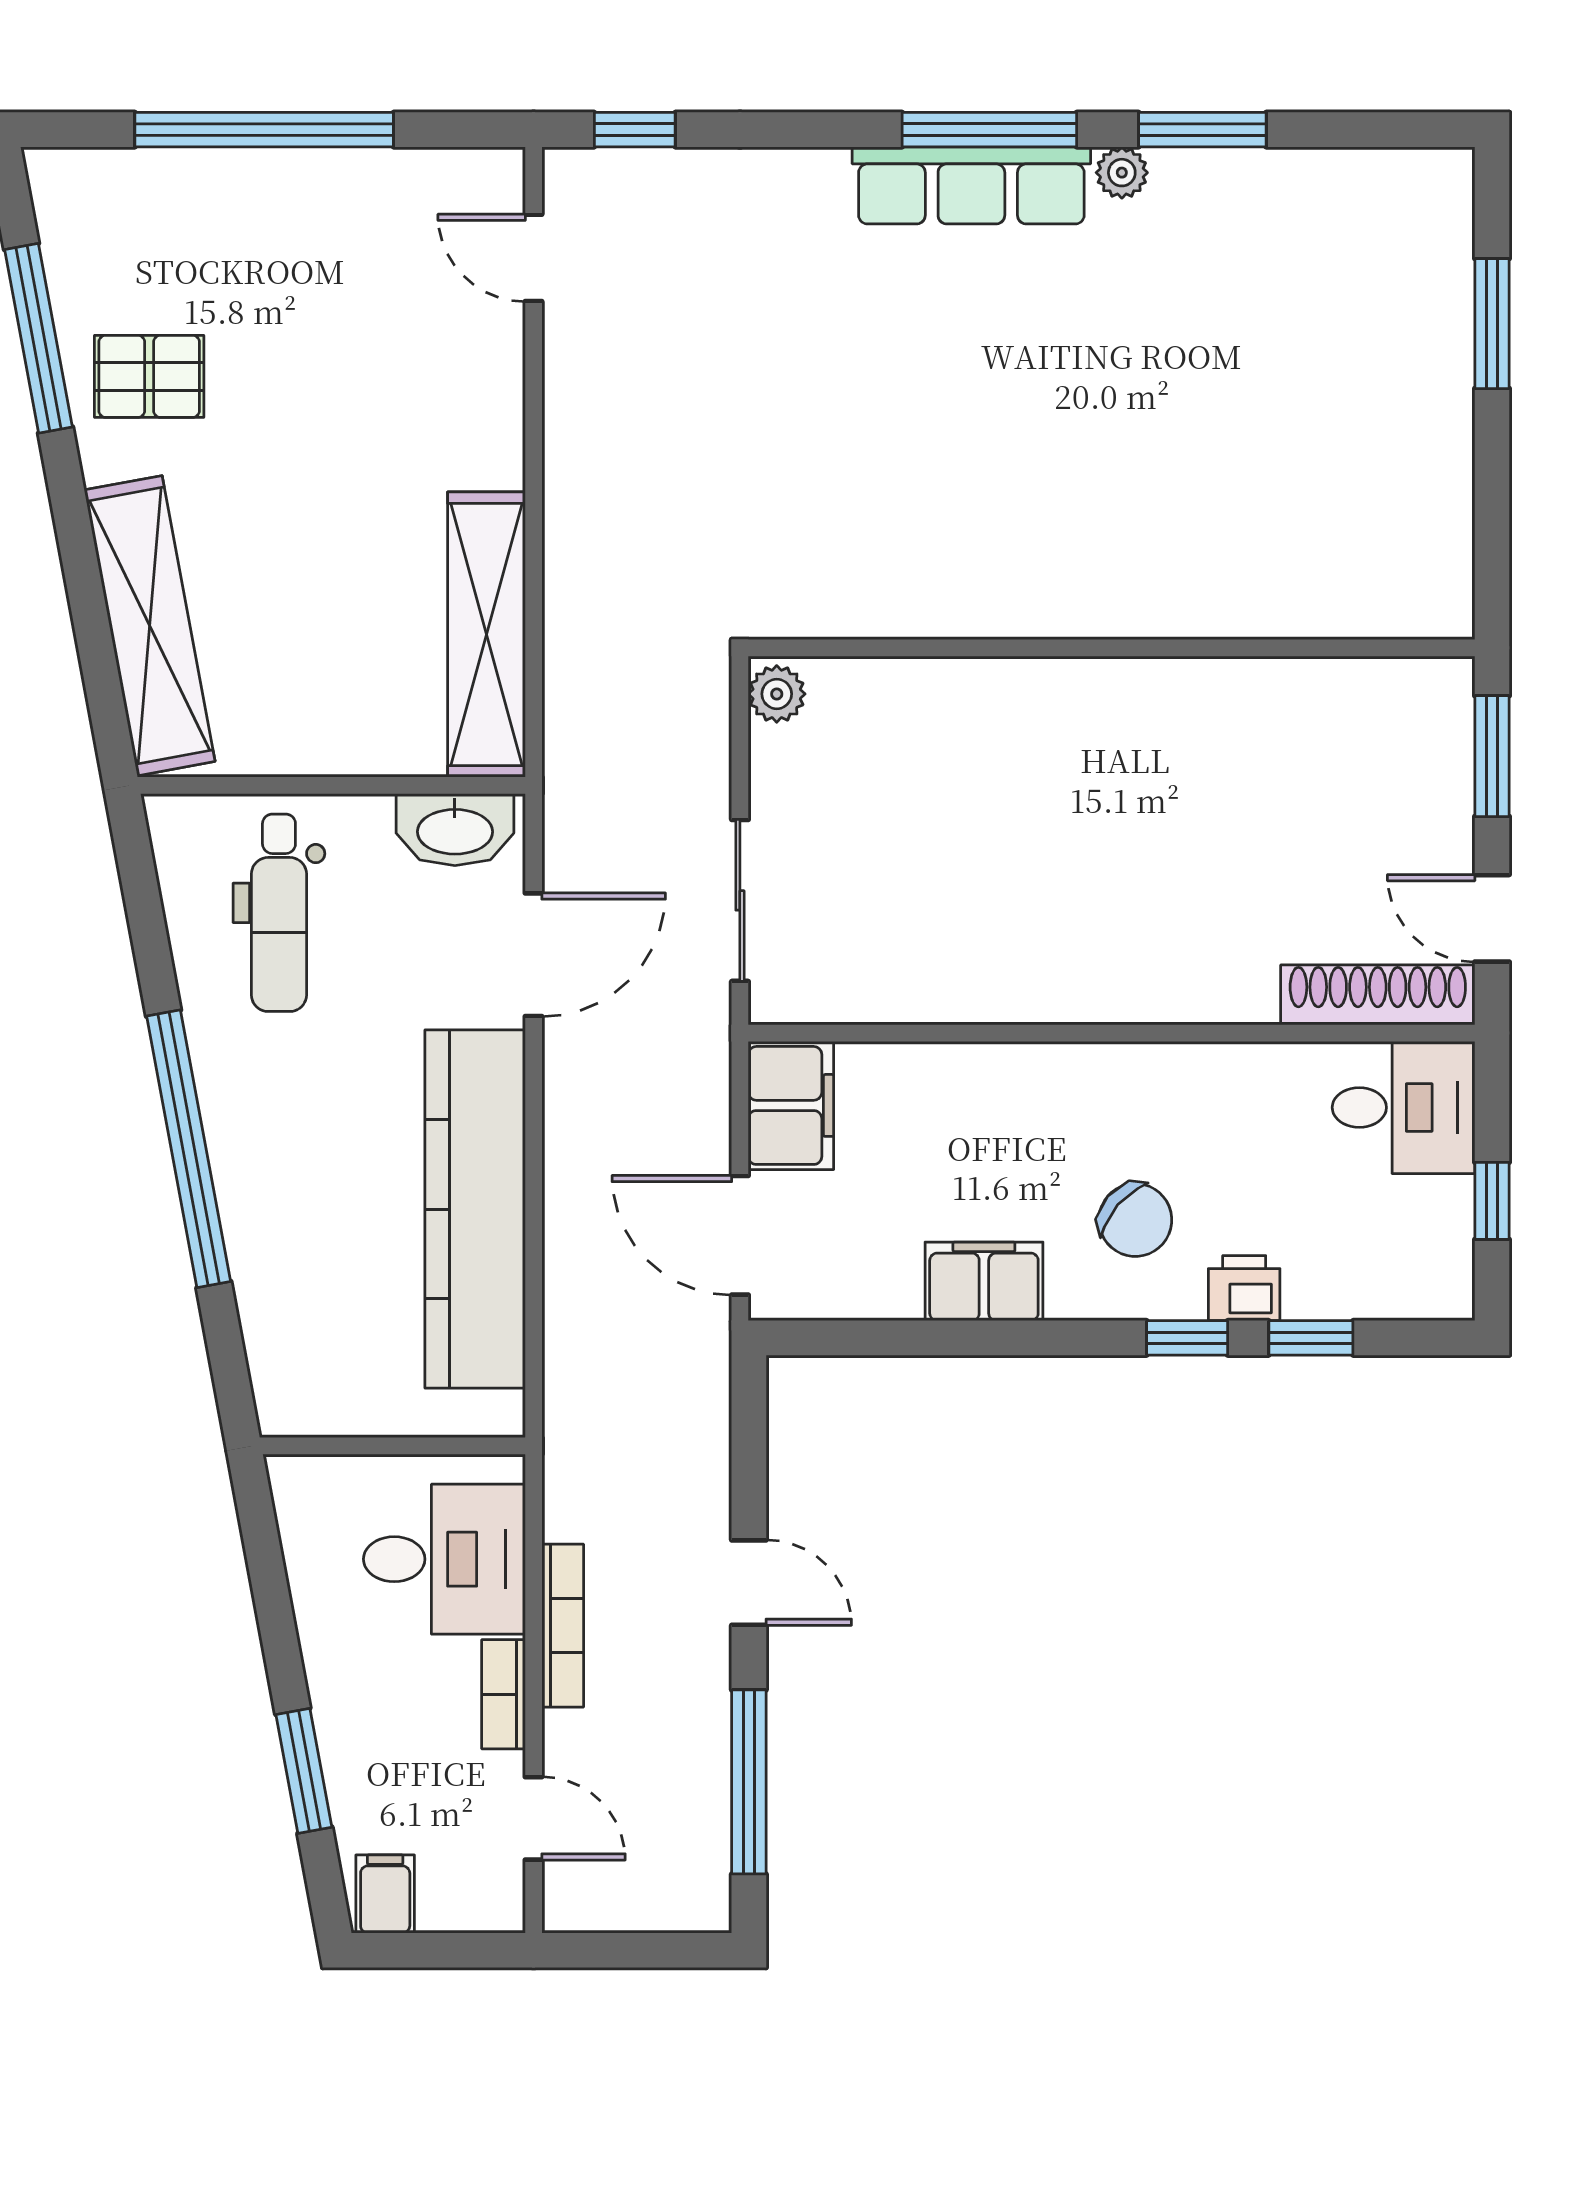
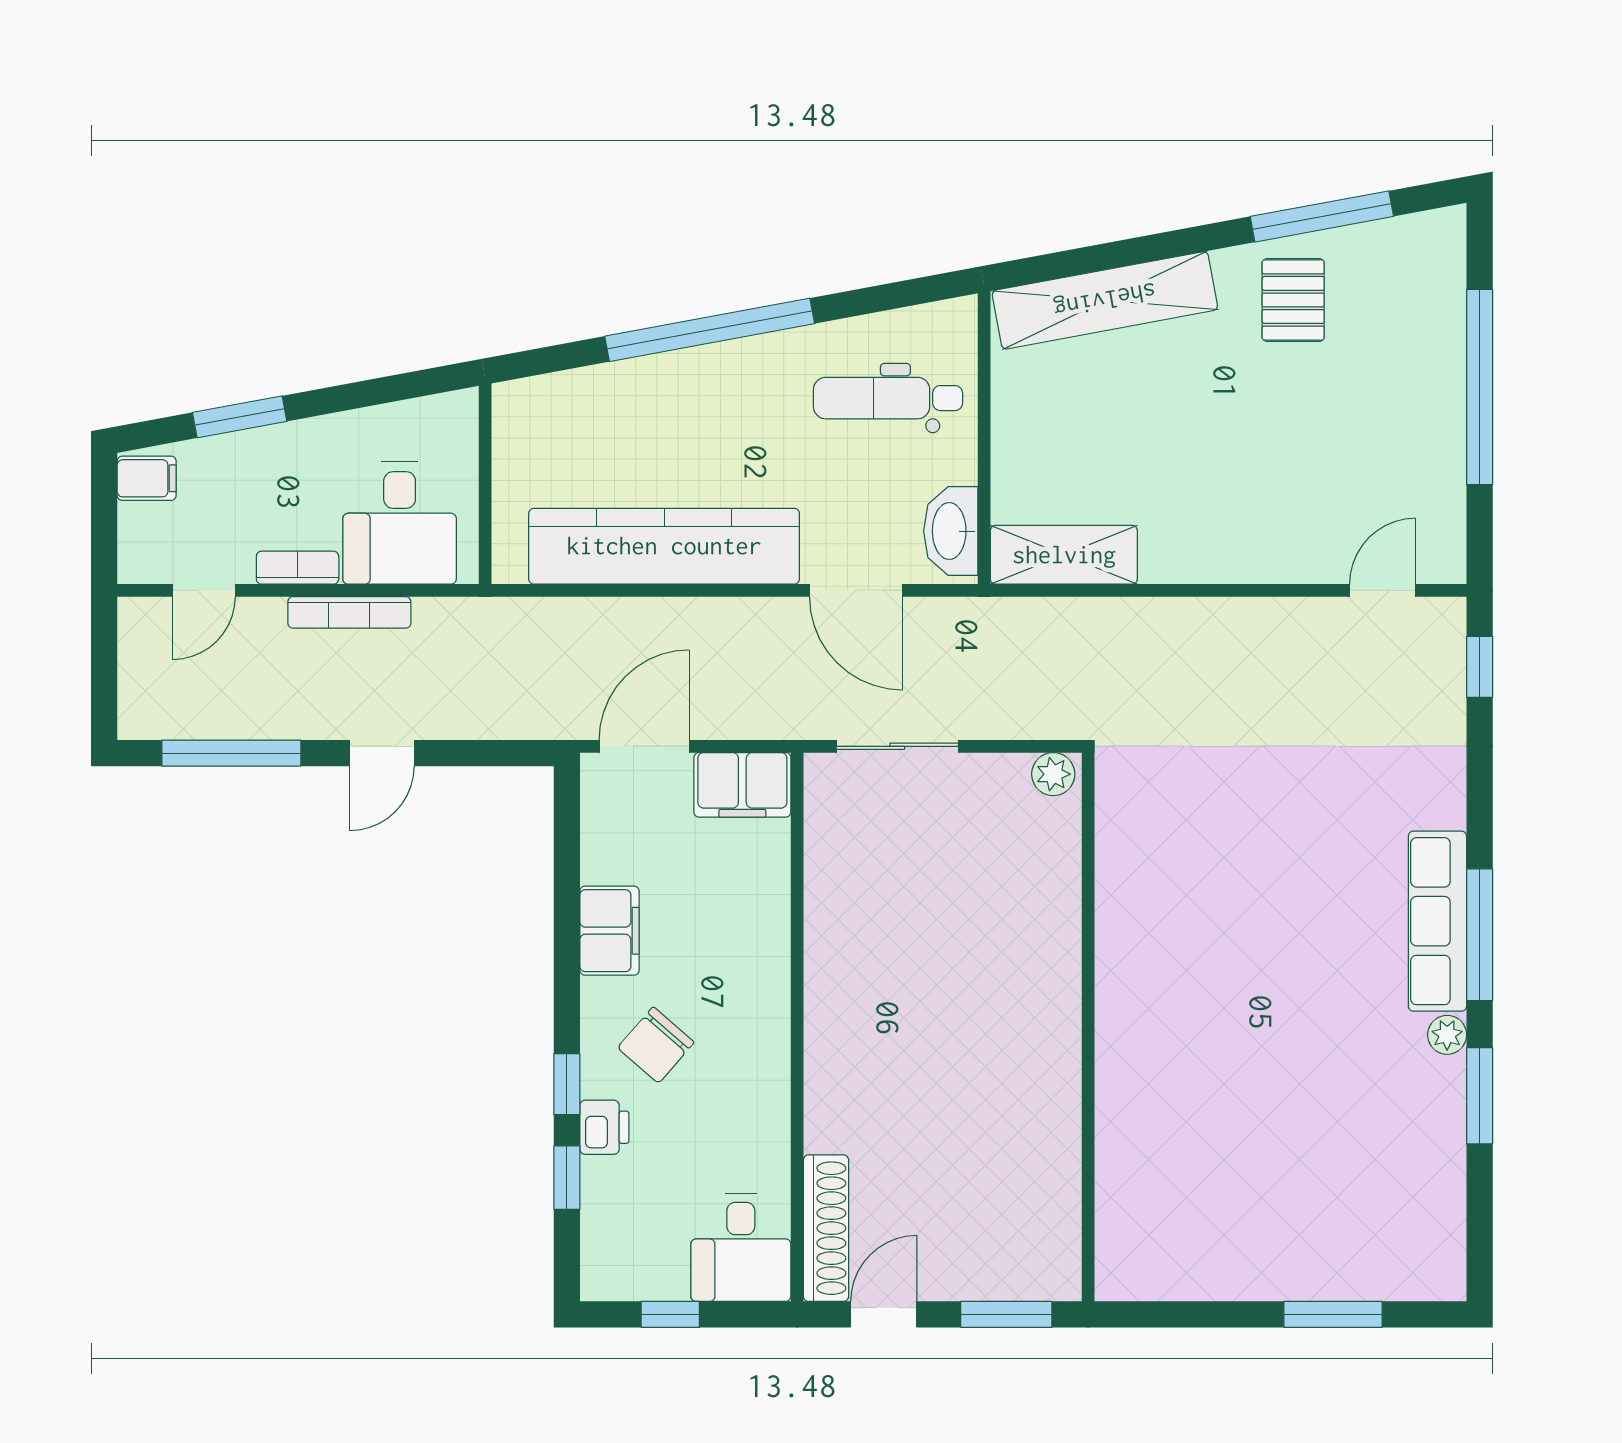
shelving: (486, 635) -> (1064, 555), width x0.68

